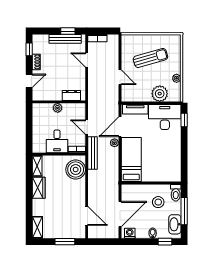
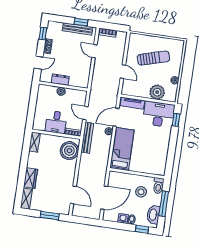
dresser: (71, 95) -> (60, 80), moved
wardrobe: (39, 188) -> (31, 178), moved
washing machine: (130, 233) -> (123, 219), moved

